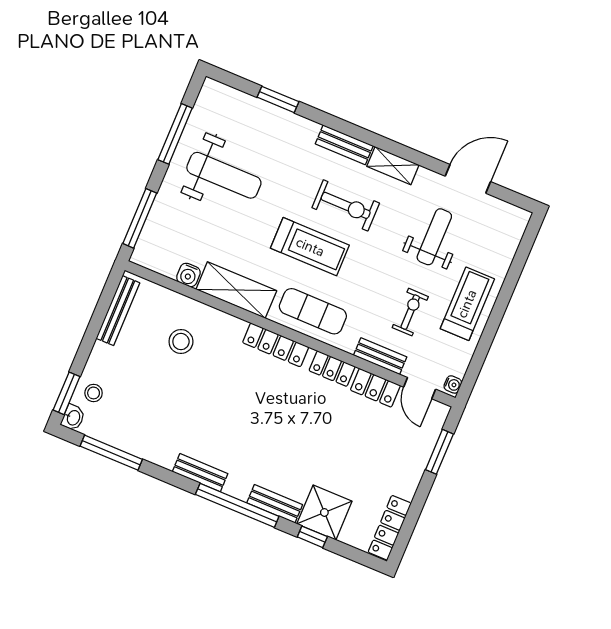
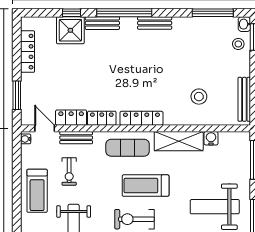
locker: (390, 528) -> (28, 52), moved

